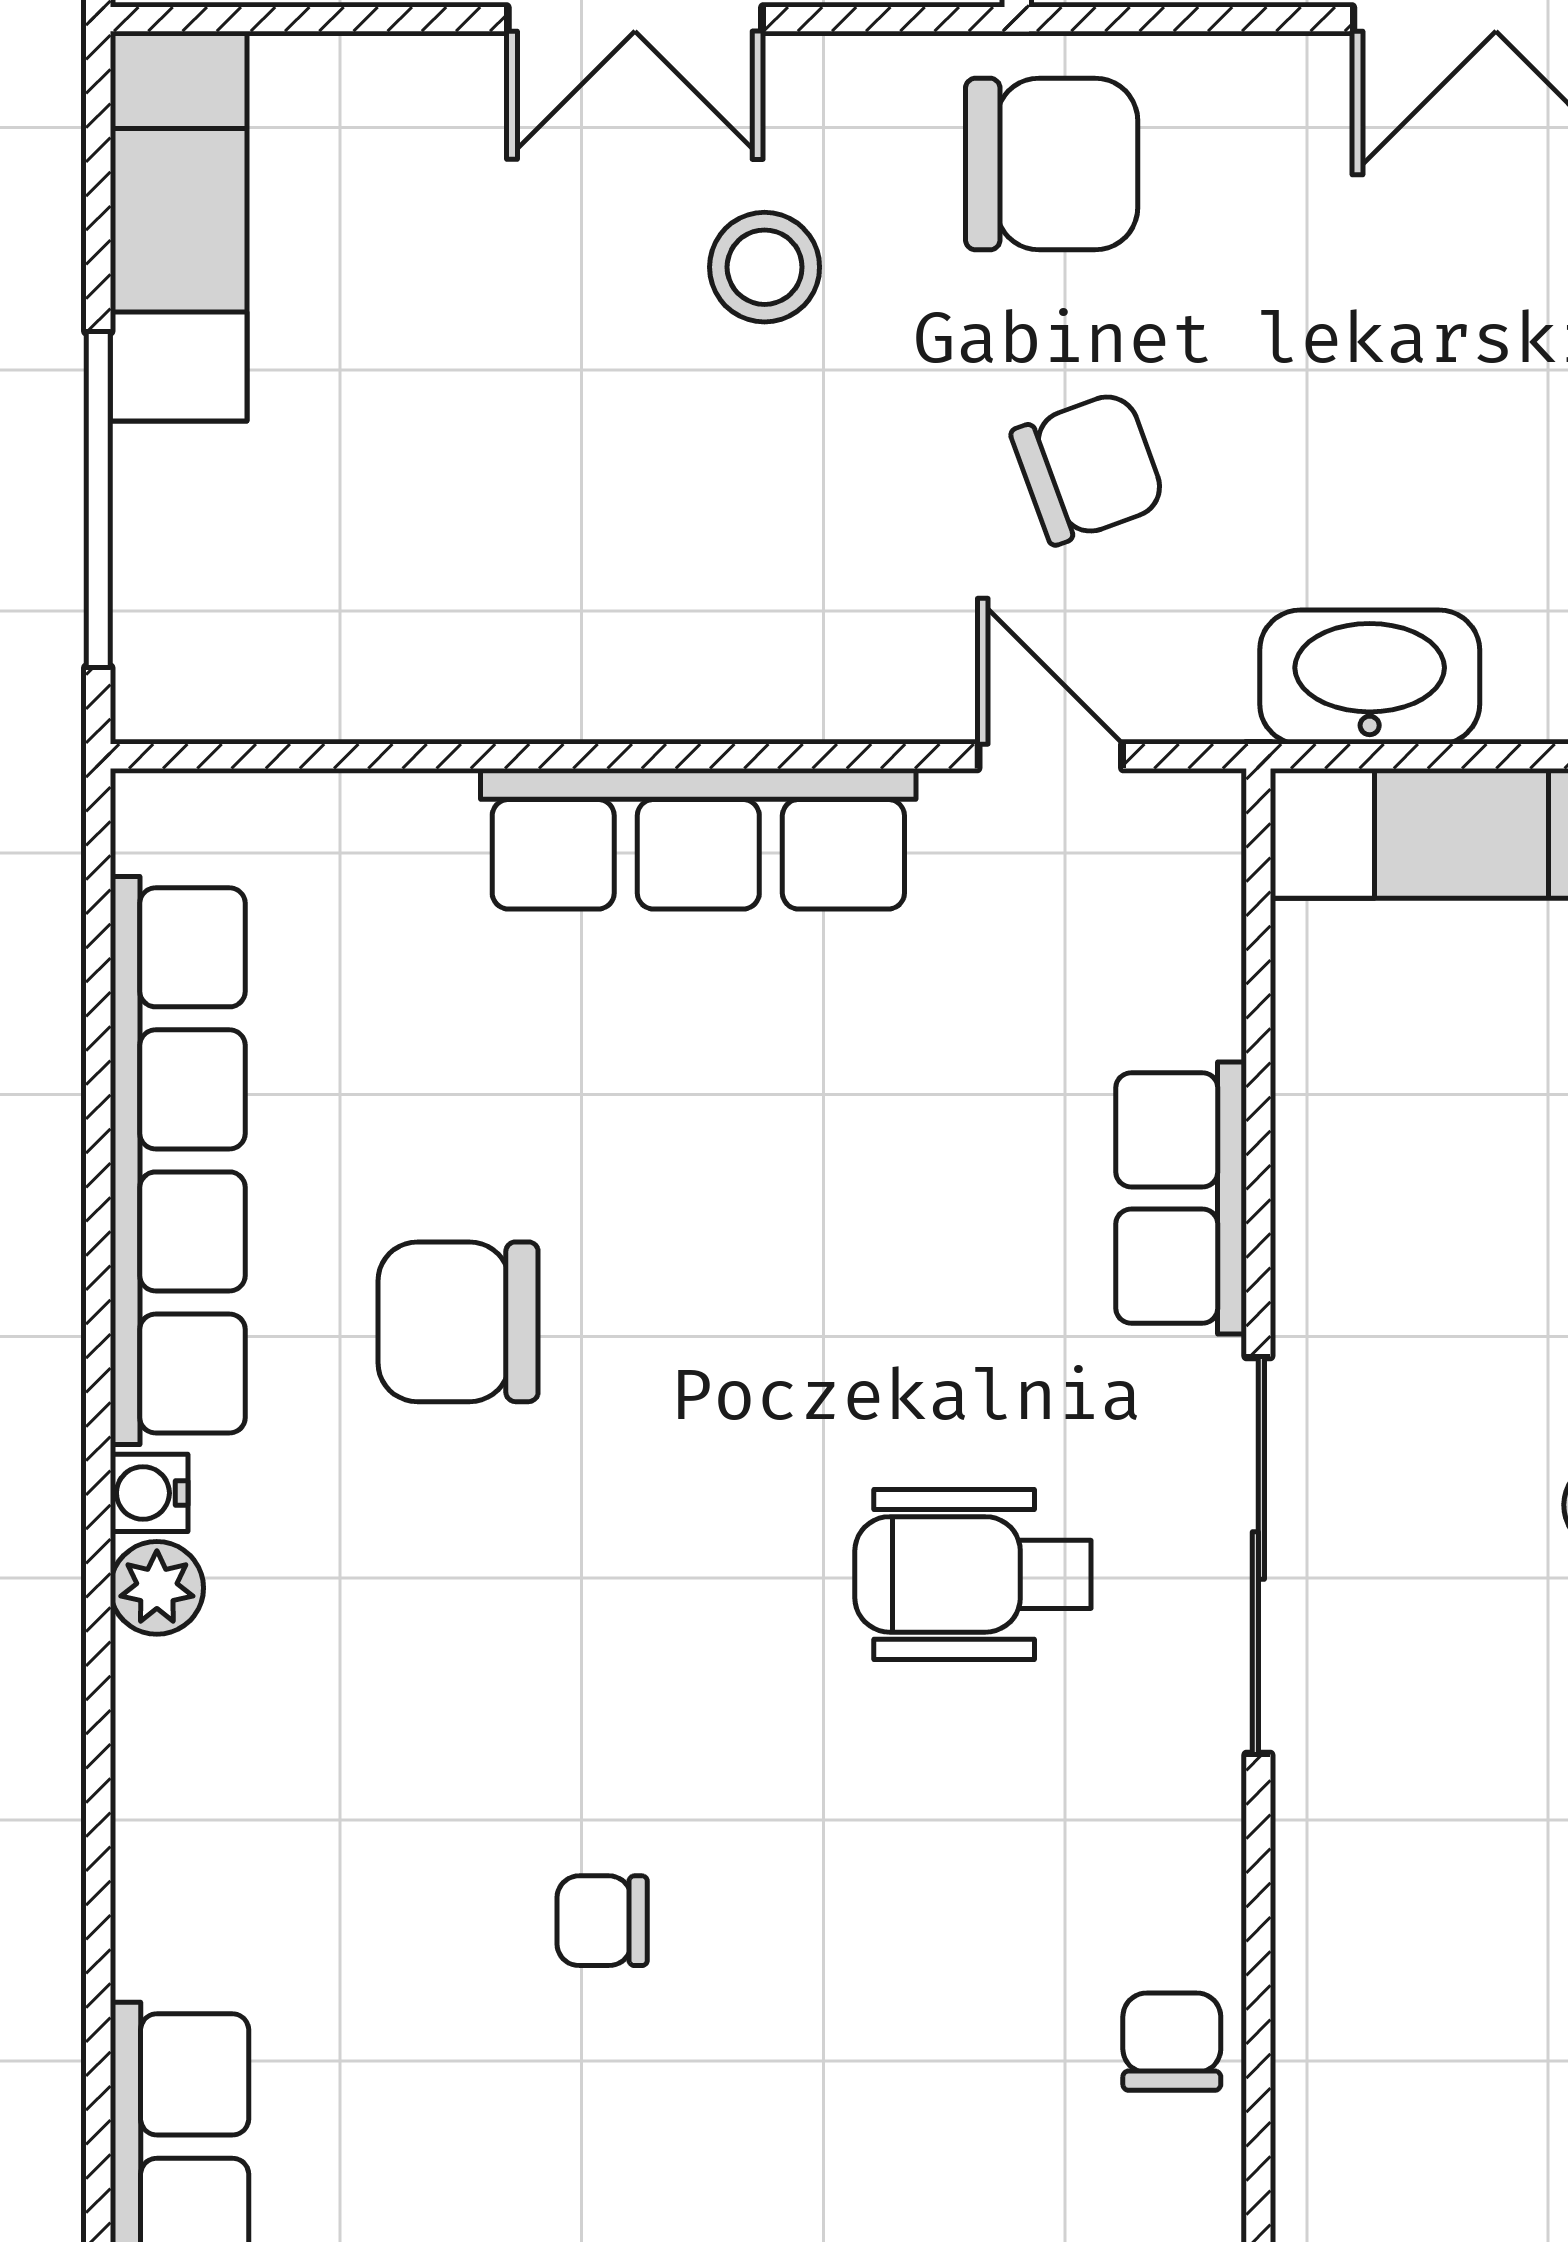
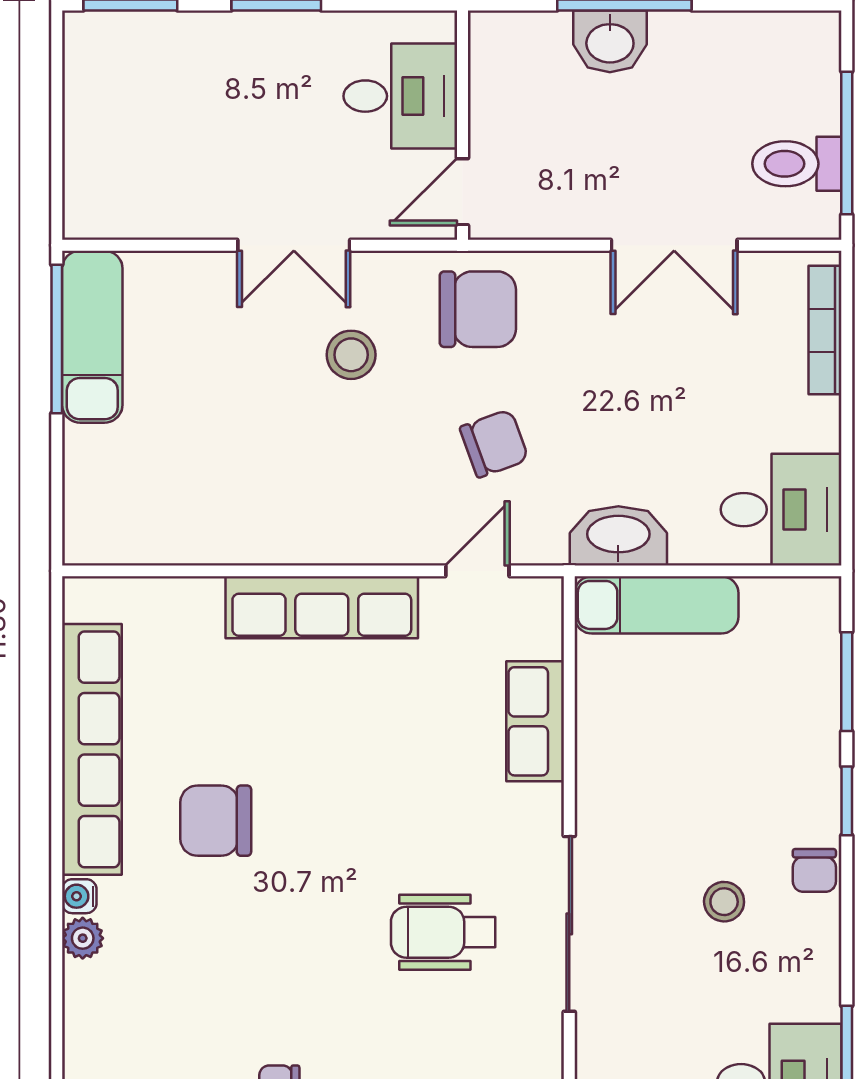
window: (98, 500) -> (57, 339), moved
door: (1050, 756) -> (477, 571), hinge flipped
row of seats: (1181, 1198) -> (535, 721), moved

